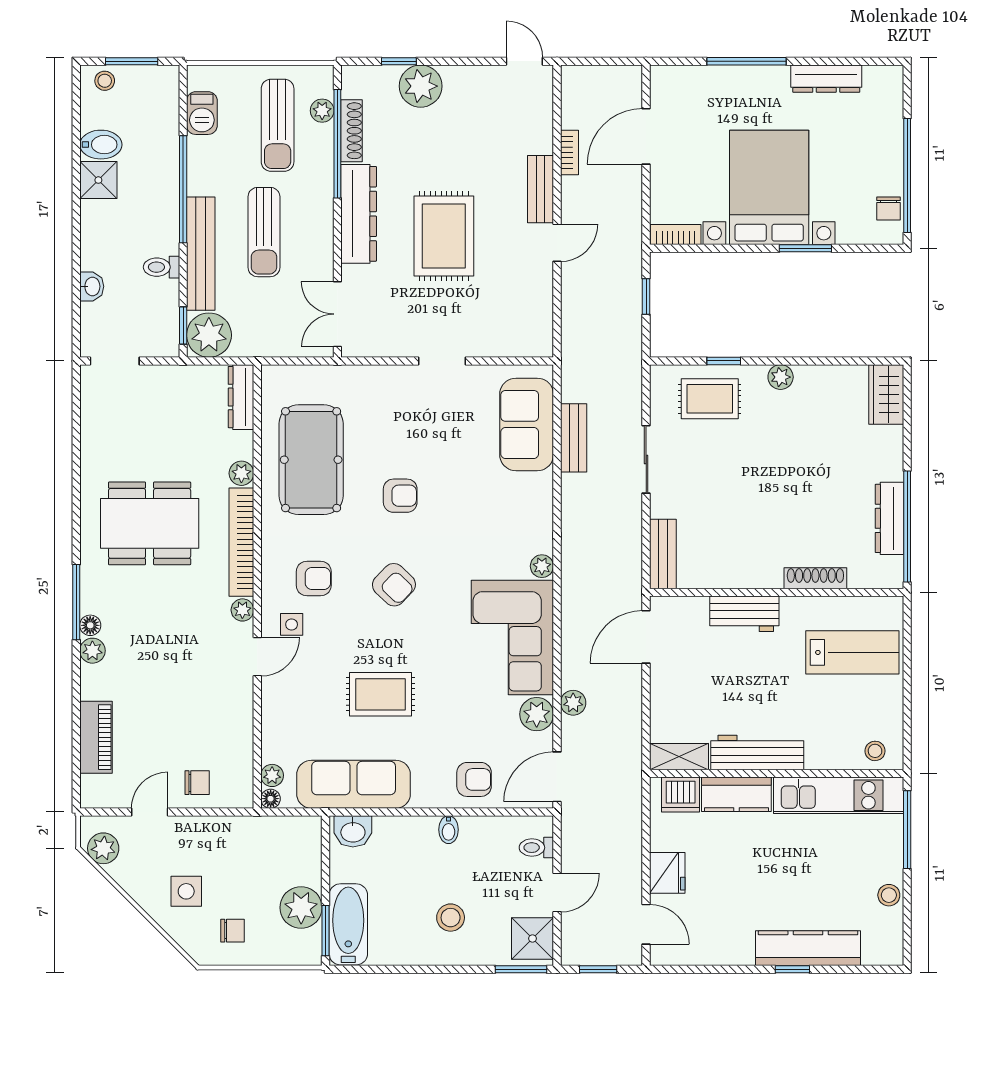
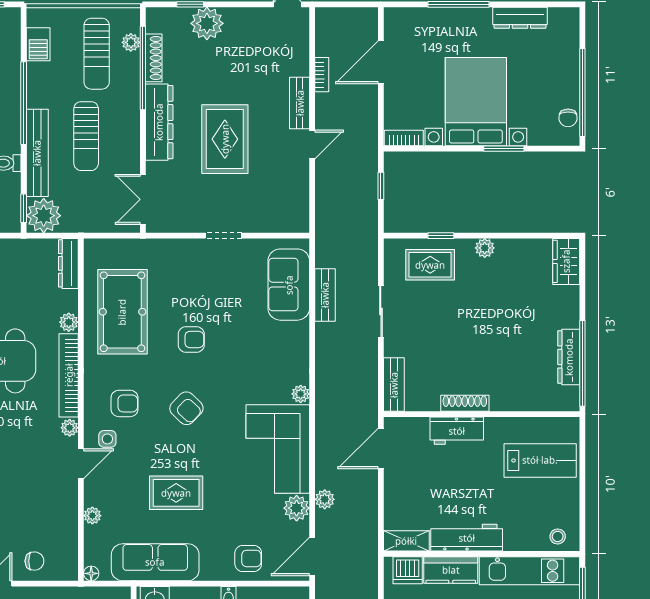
shoe rack: (815, 578) -> (465, 403), moved
plant: (272, 775) -> (92, 516), moved

